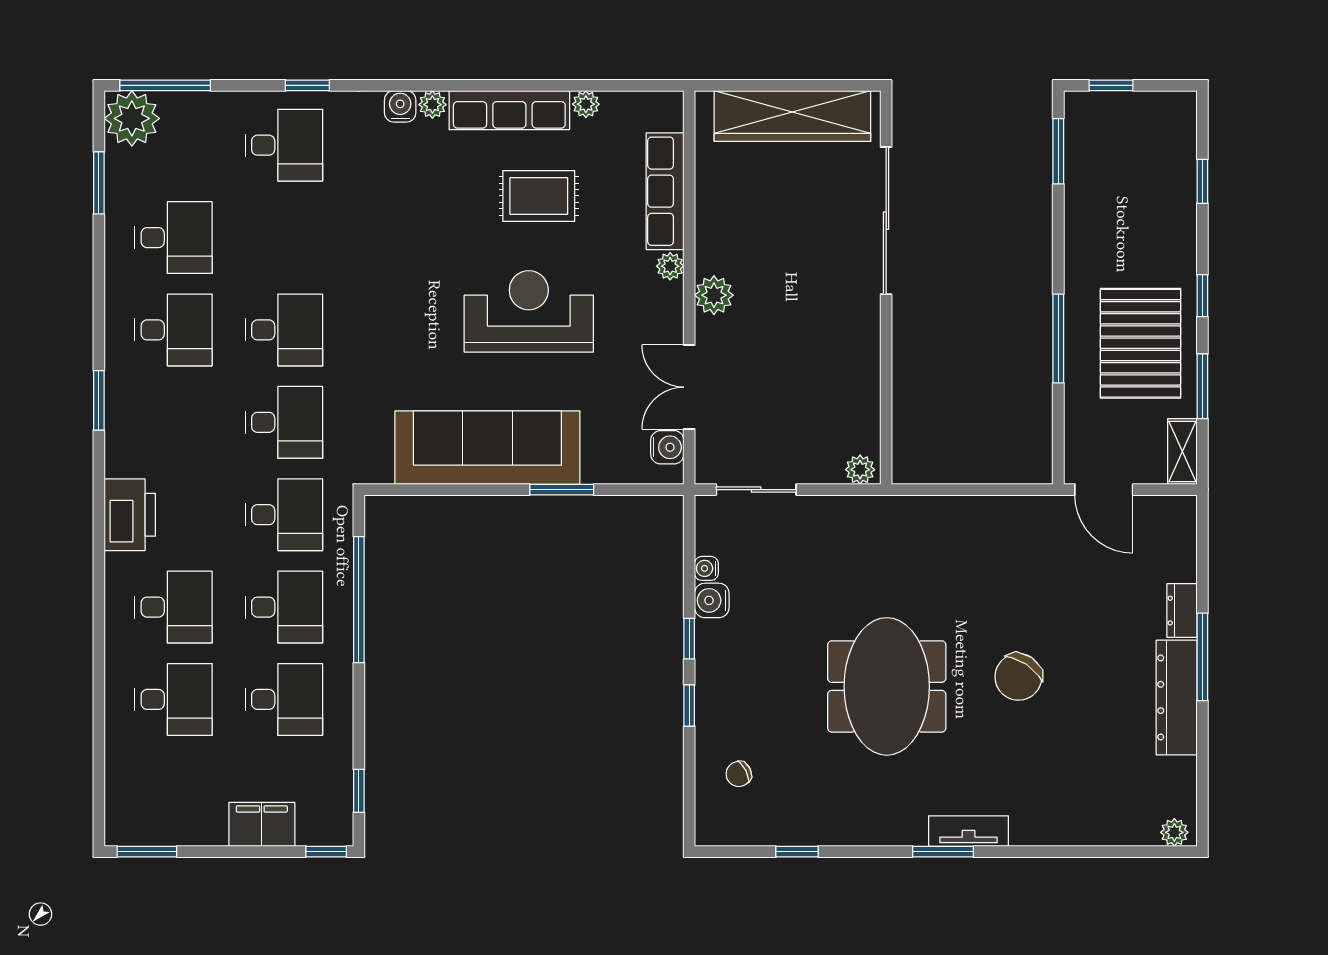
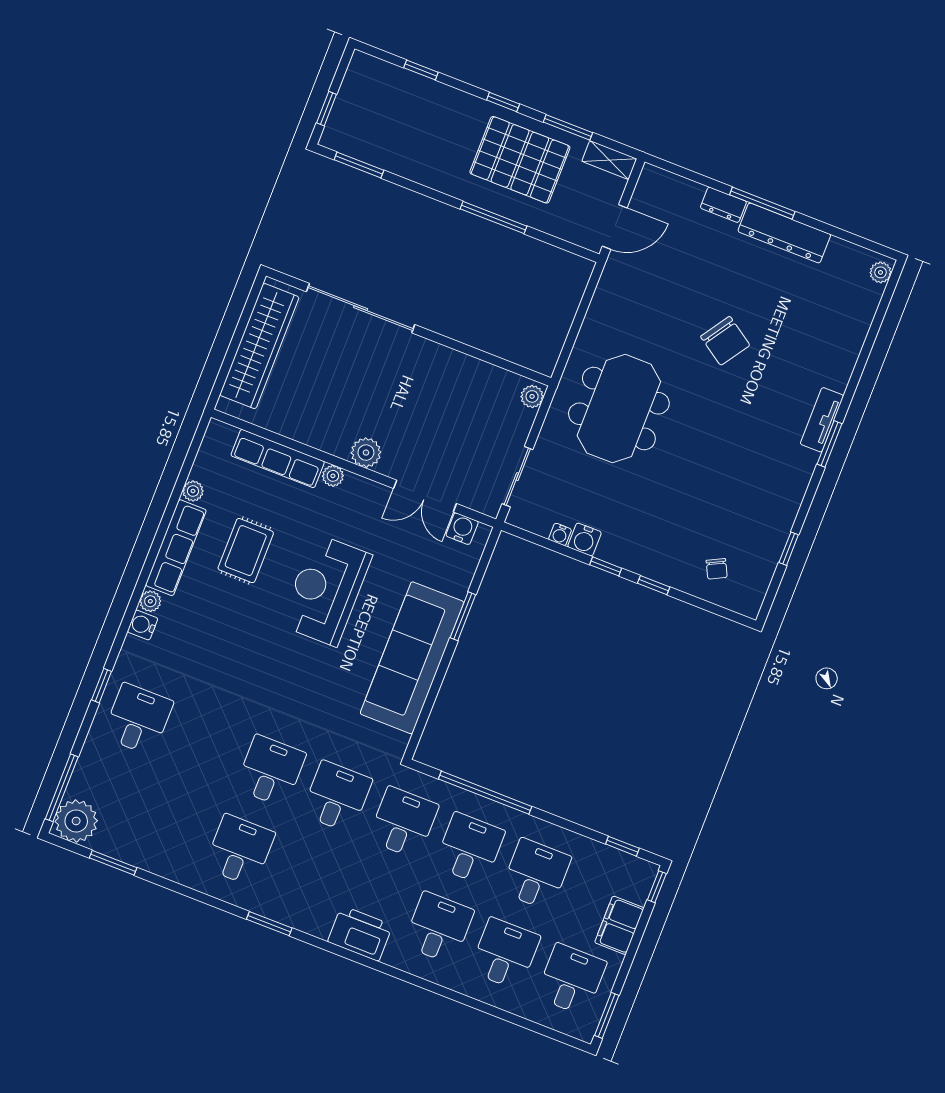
desk: (174, 238) -> (571, 979), moved
meeting table: (887, 686) -> (619, 409), moved, turned 90

